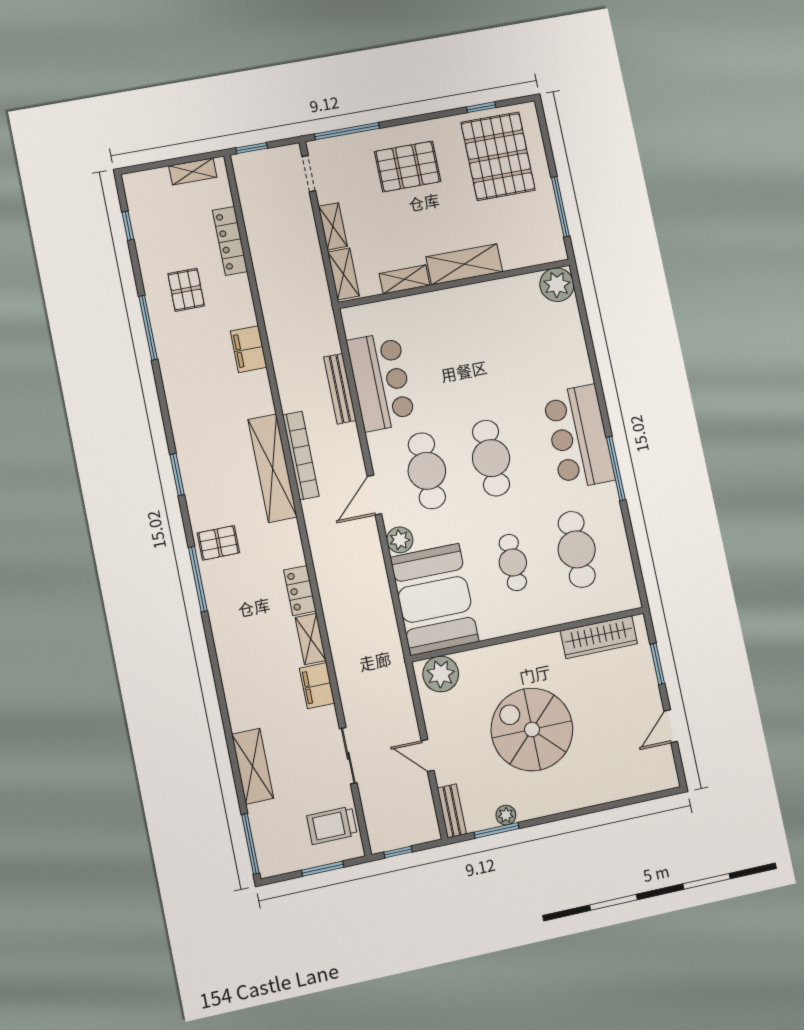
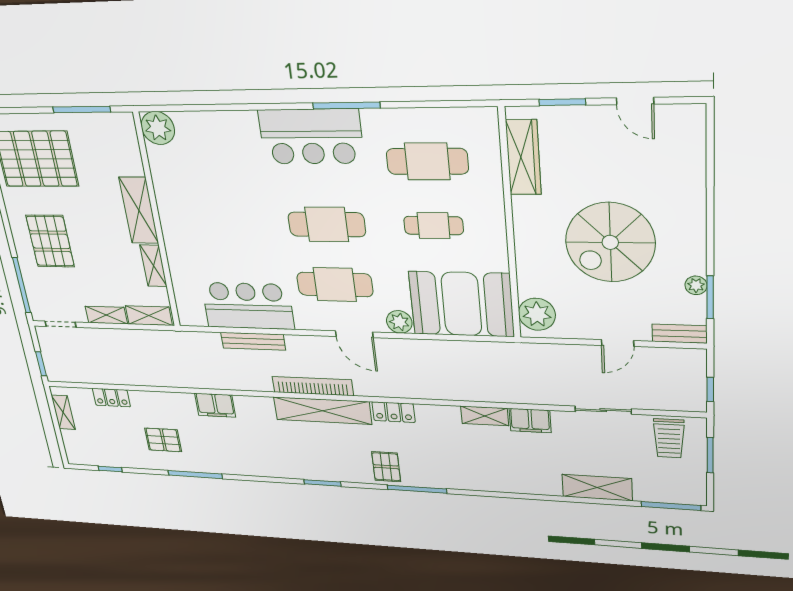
locker: (230, 241) -> (111, 398), width x0.66
locker: (300, 591) -> (394, 412), moved

